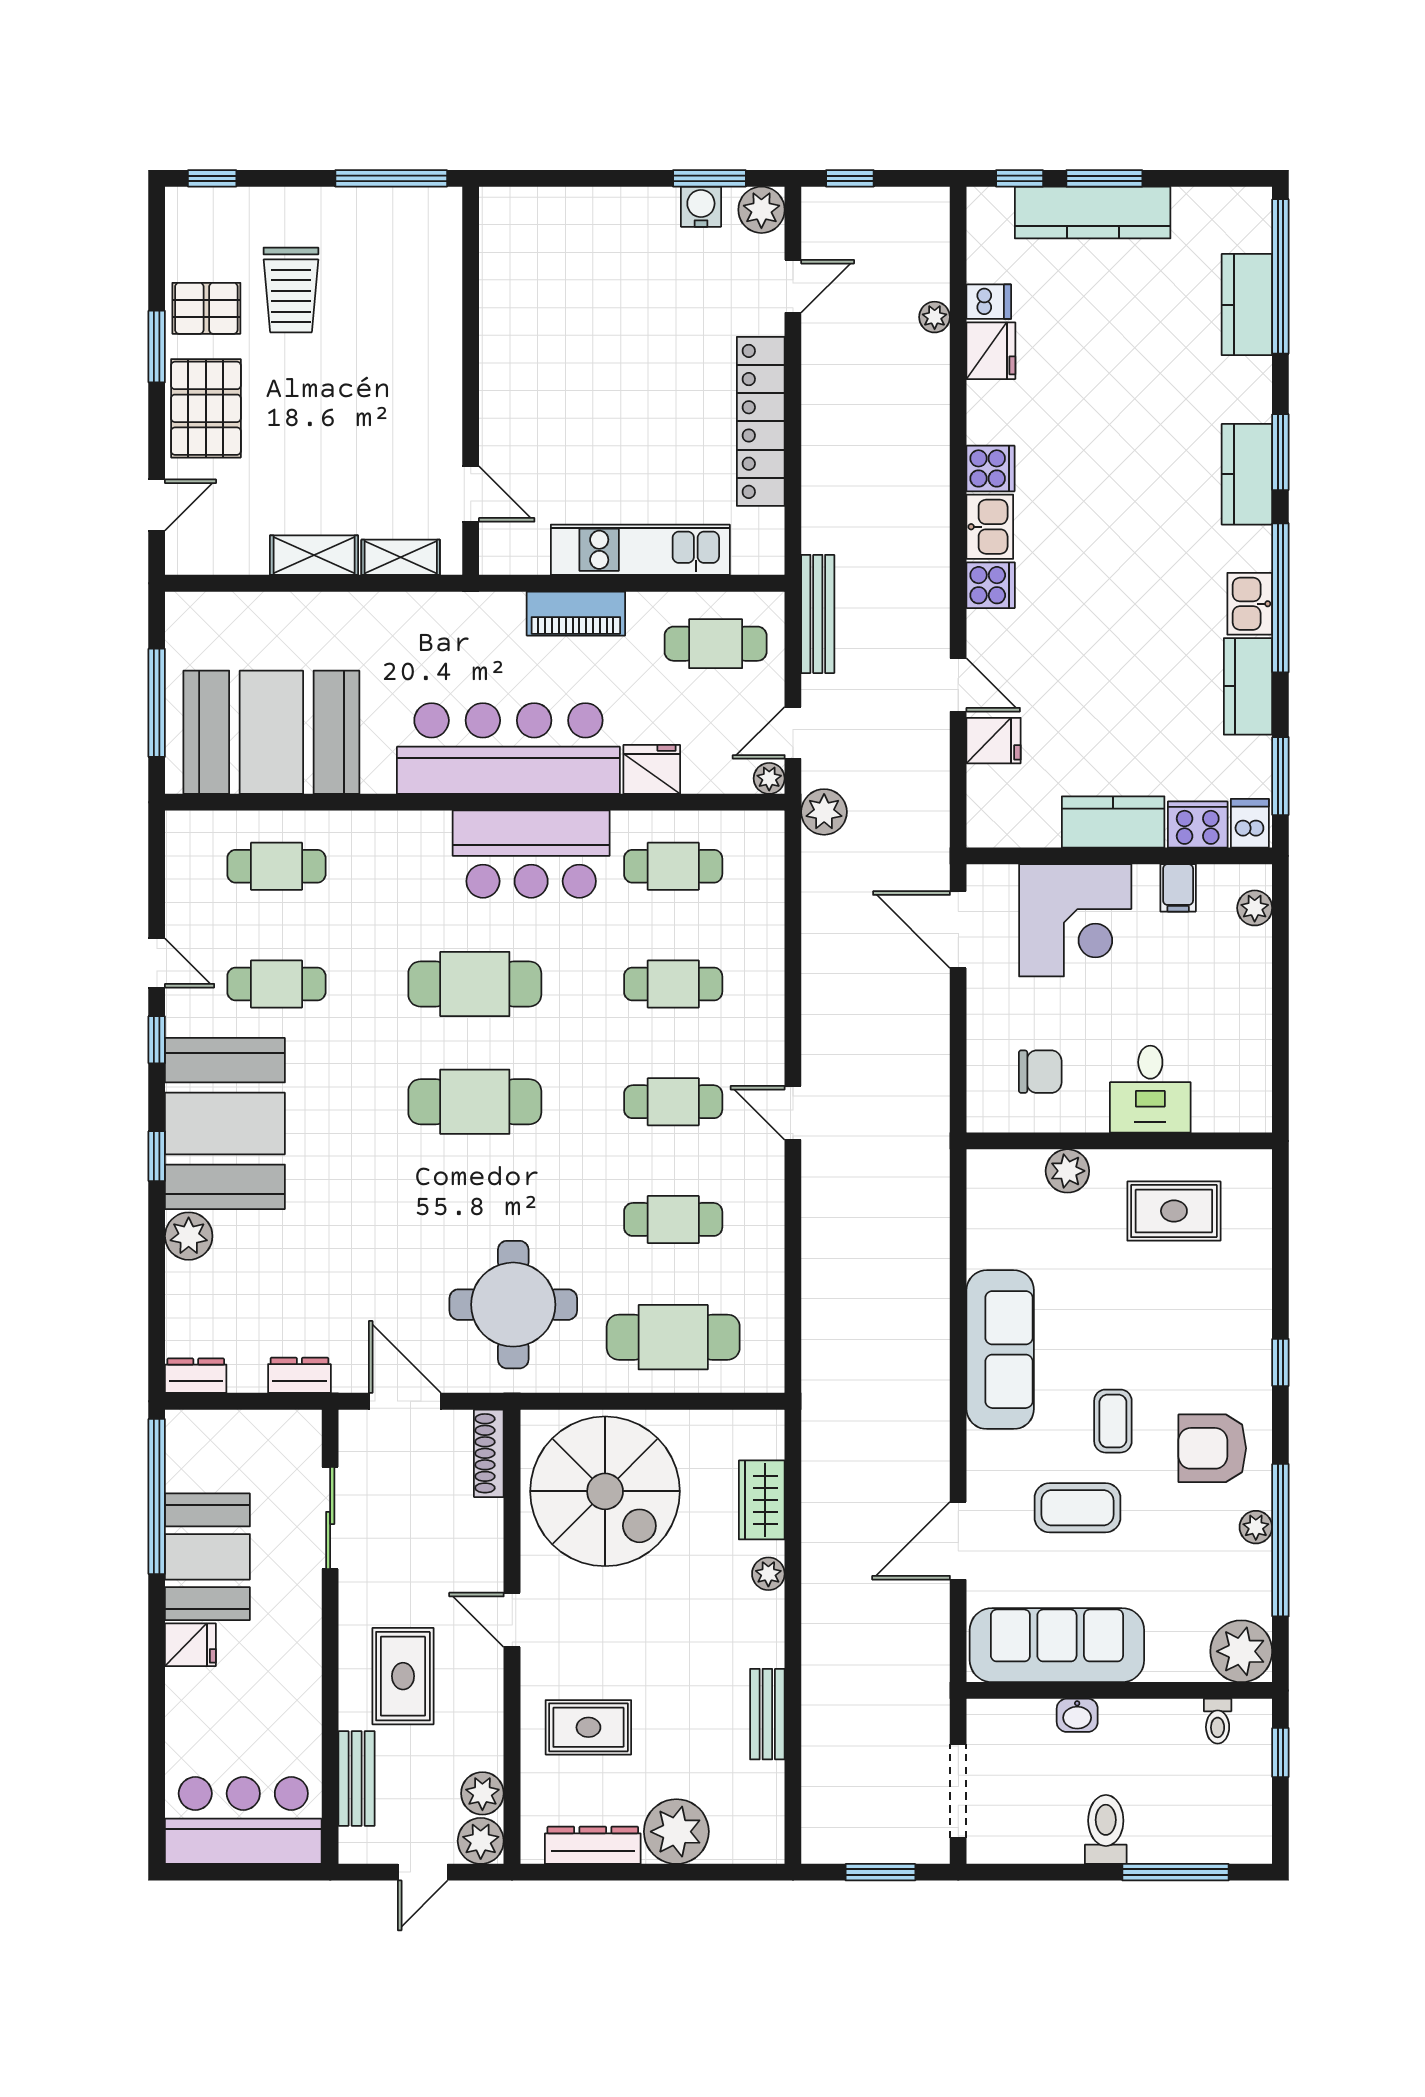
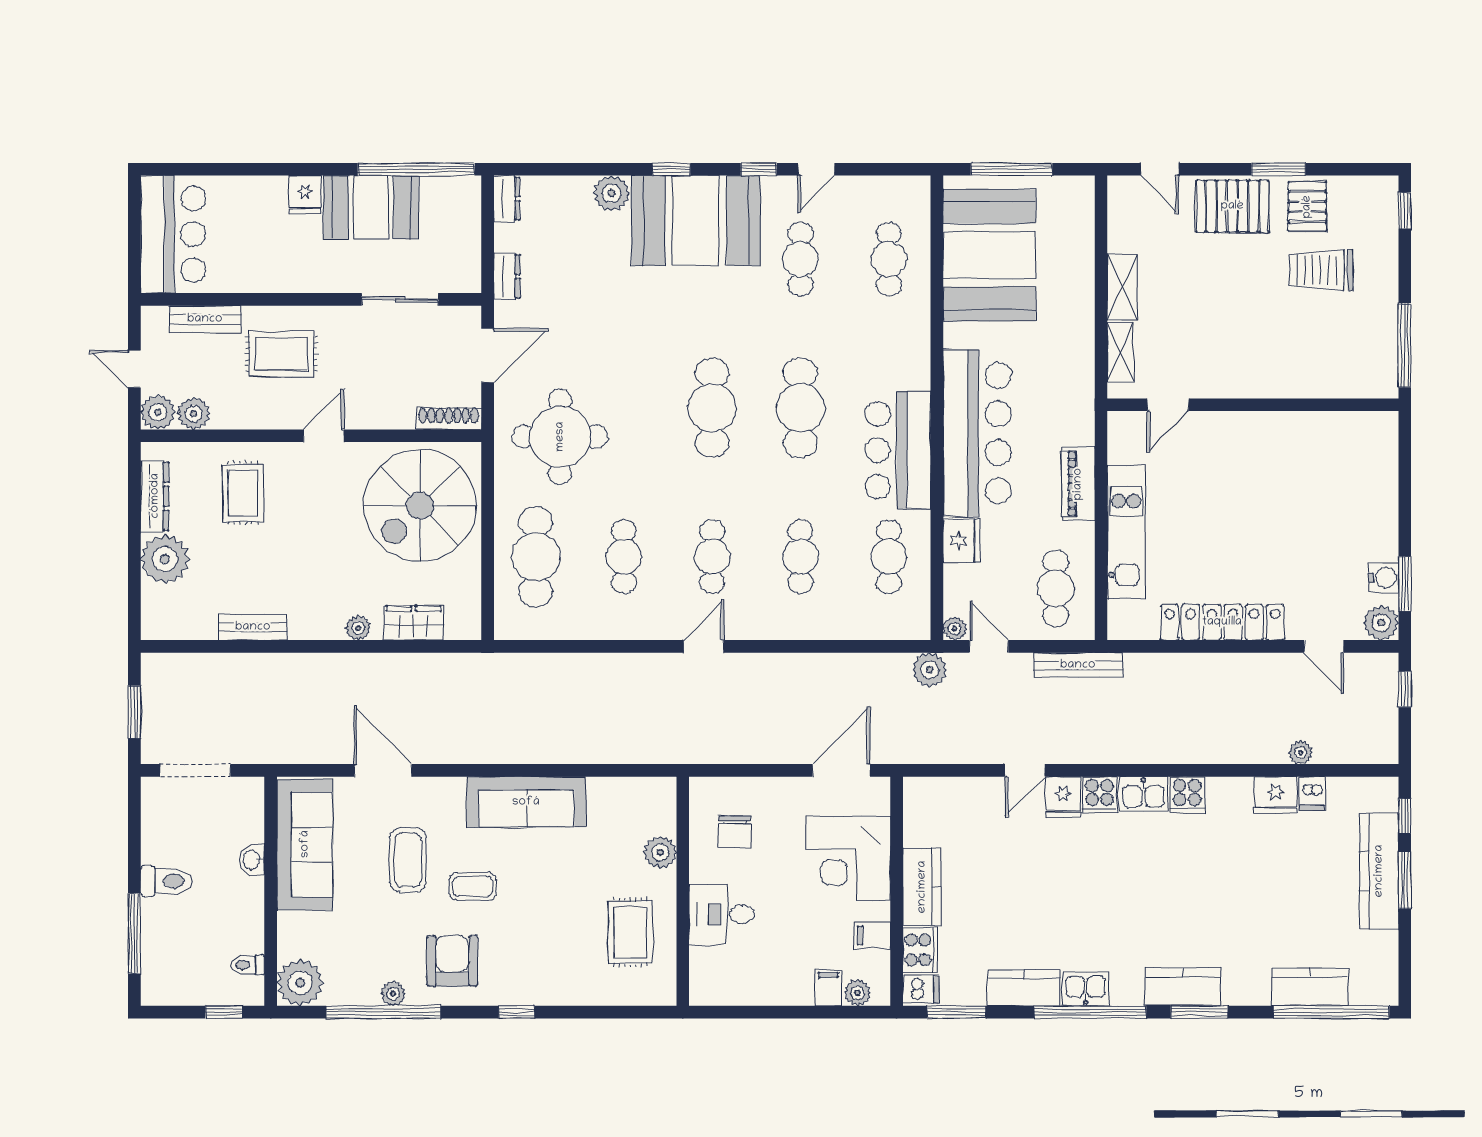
fridge: (994, 741) -> (1063, 797), moved
filing cabinet: (1248, 947) -> (828, 988), added

